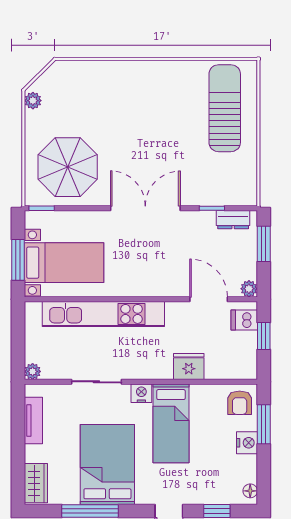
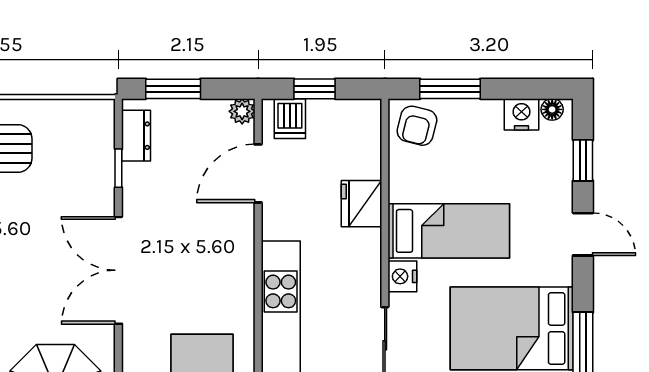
armchair: (240, 403) -> (417, 126), turned 104
nightstand: (247, 443) -> (521, 114), moved

